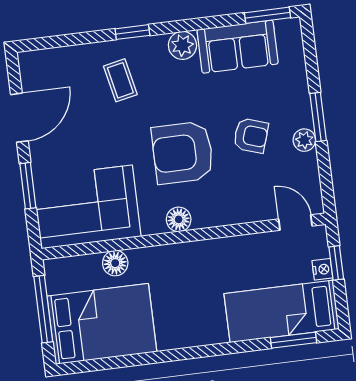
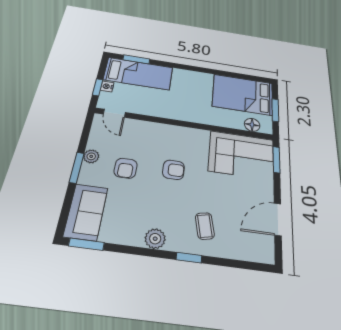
sofa: (238, 47) -> (86, 212), moved, turned 90
armchair: (251, 136) -> (126, 168), turned -108
armchair: (183, 153) -> (173, 170), width x0.53, depth x0.53
window: (28, 186) -> (276, 160), moved
floor lamp: (179, 219) -> (186, 134), removed
floor lamp: (115, 263) -> (252, 125), moved
window: (43, 309) -> (275, 110), width x0.69

